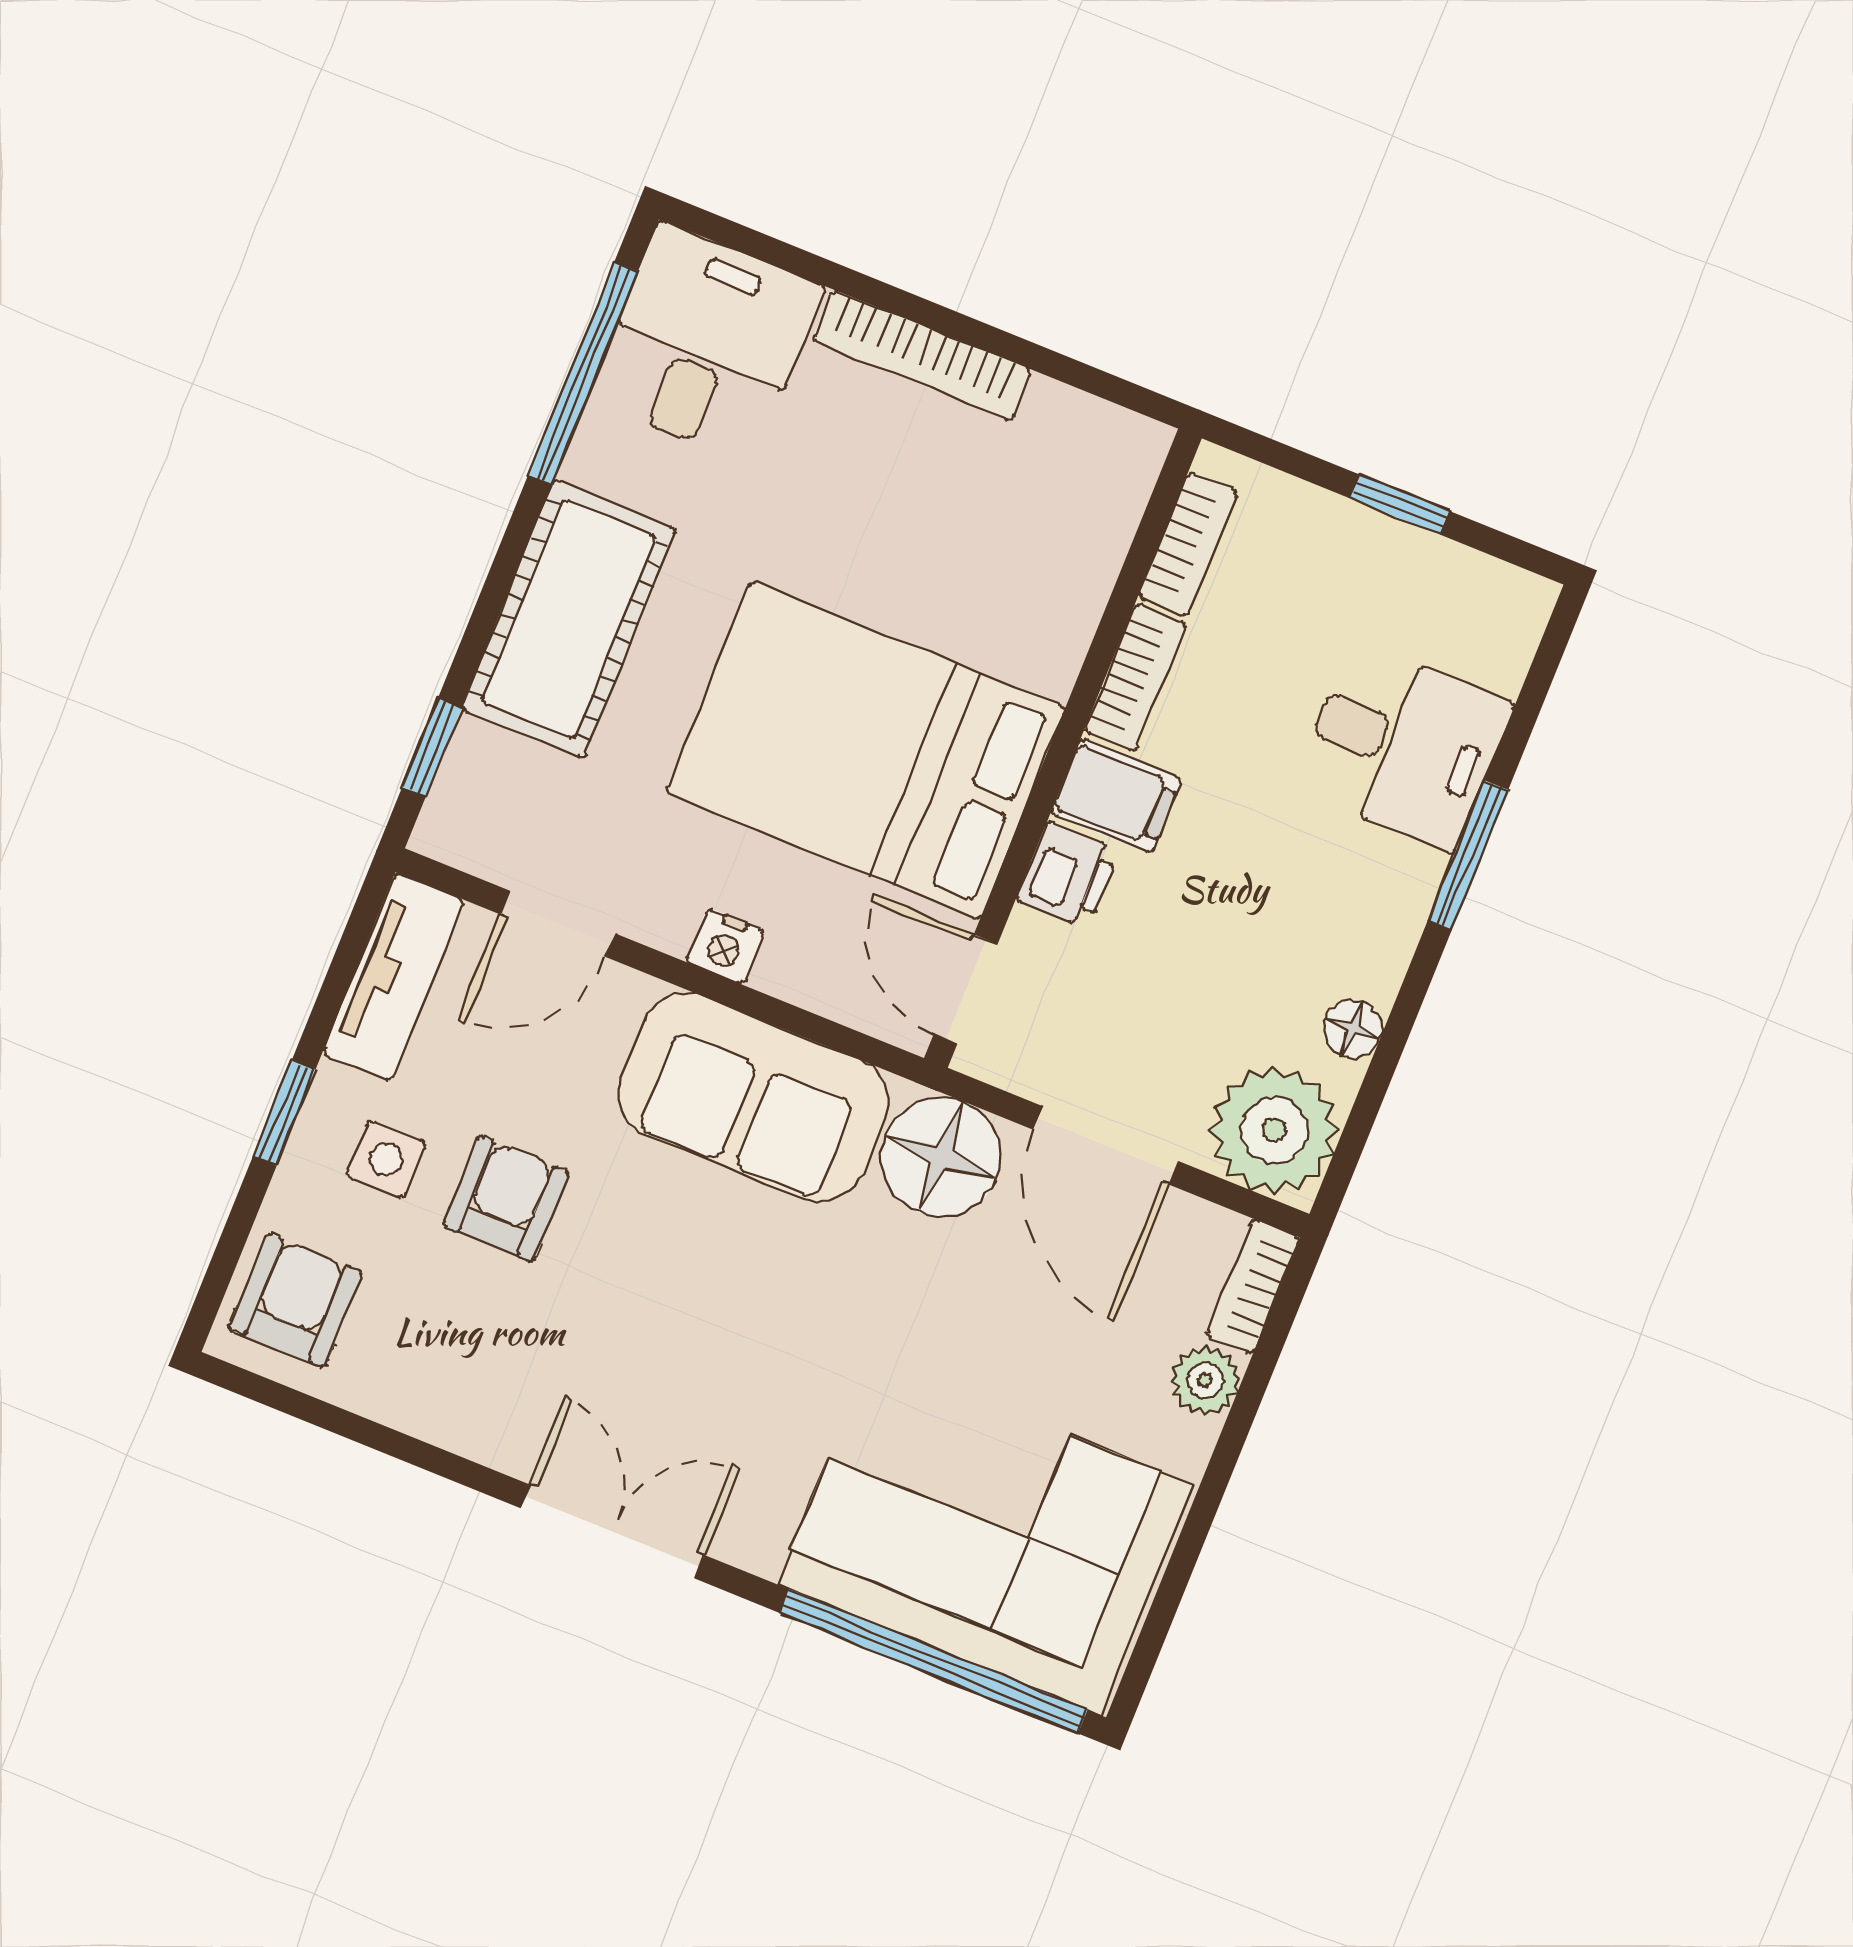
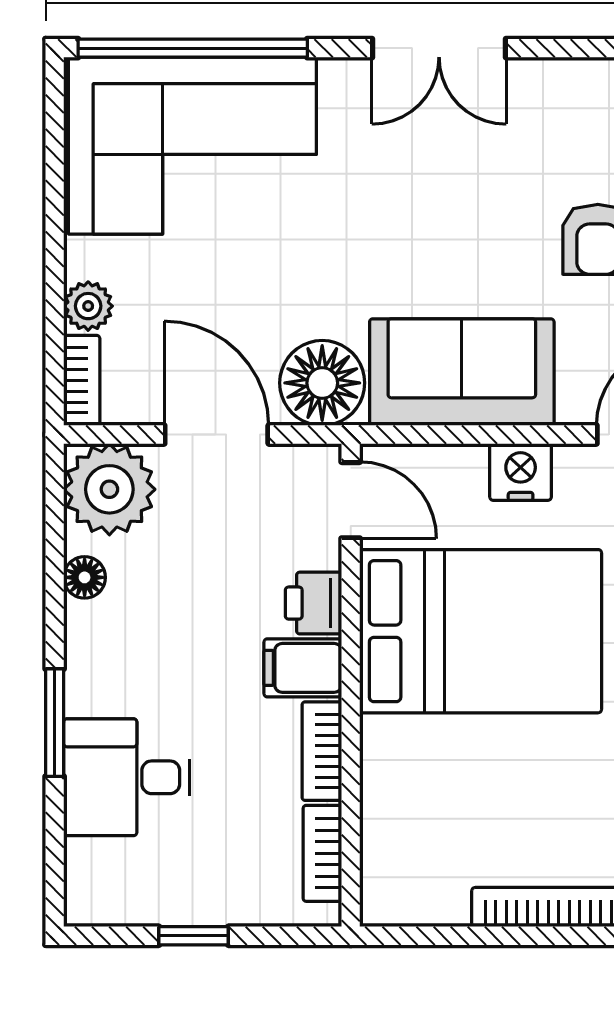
nightstand: (725, 946) -> (521, 472), width x1.39, depth x1.35

